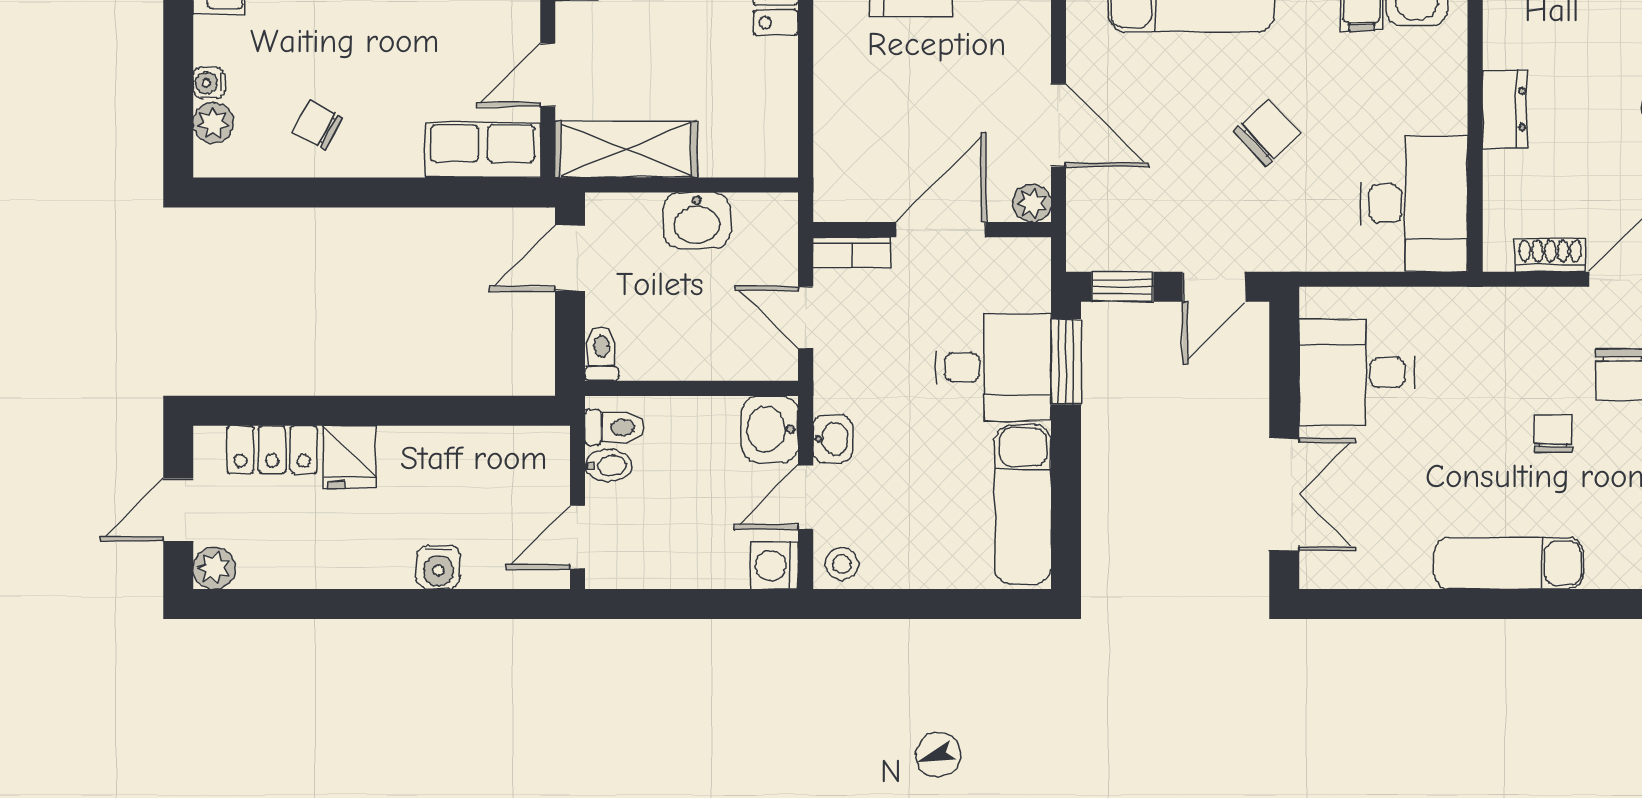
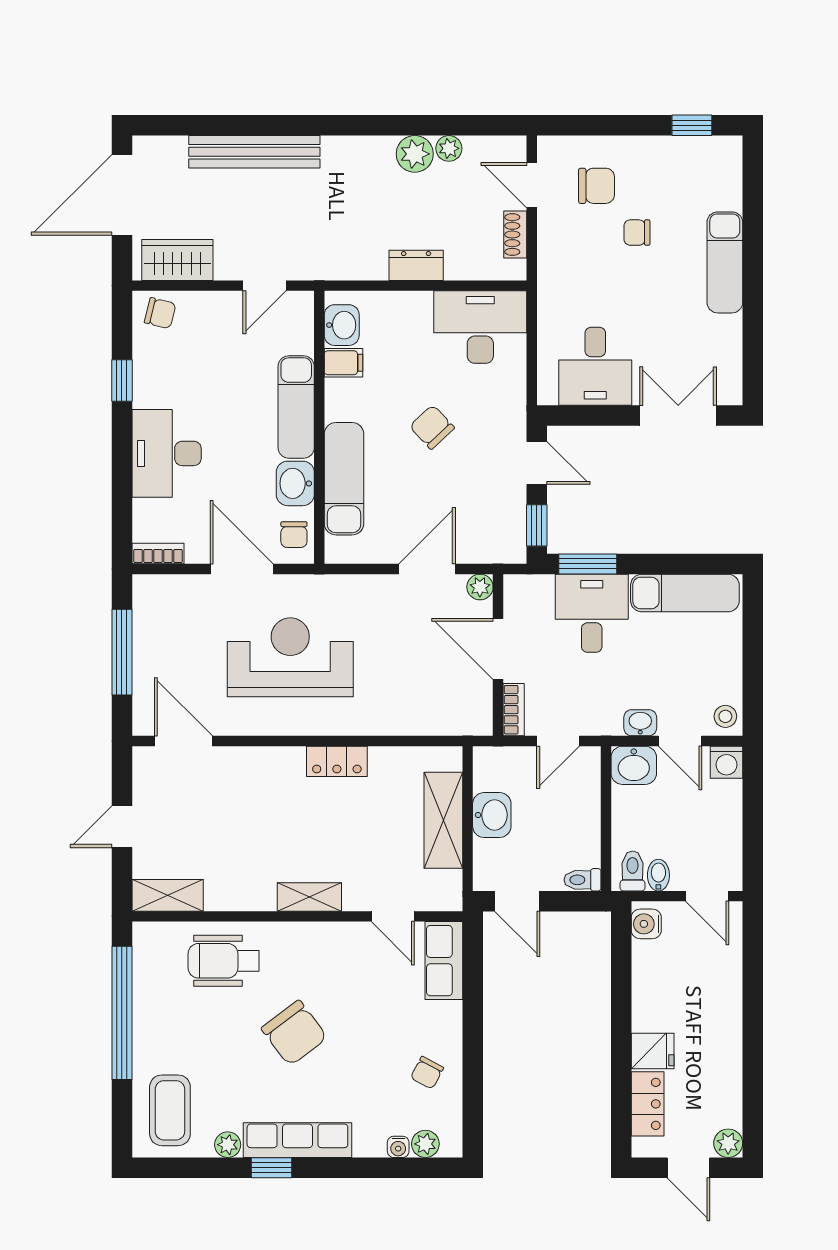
shelving: (626, 149) -> (443, 820), moved
water cooler: (438, 567) -> (646, 924), moved, turned 180

